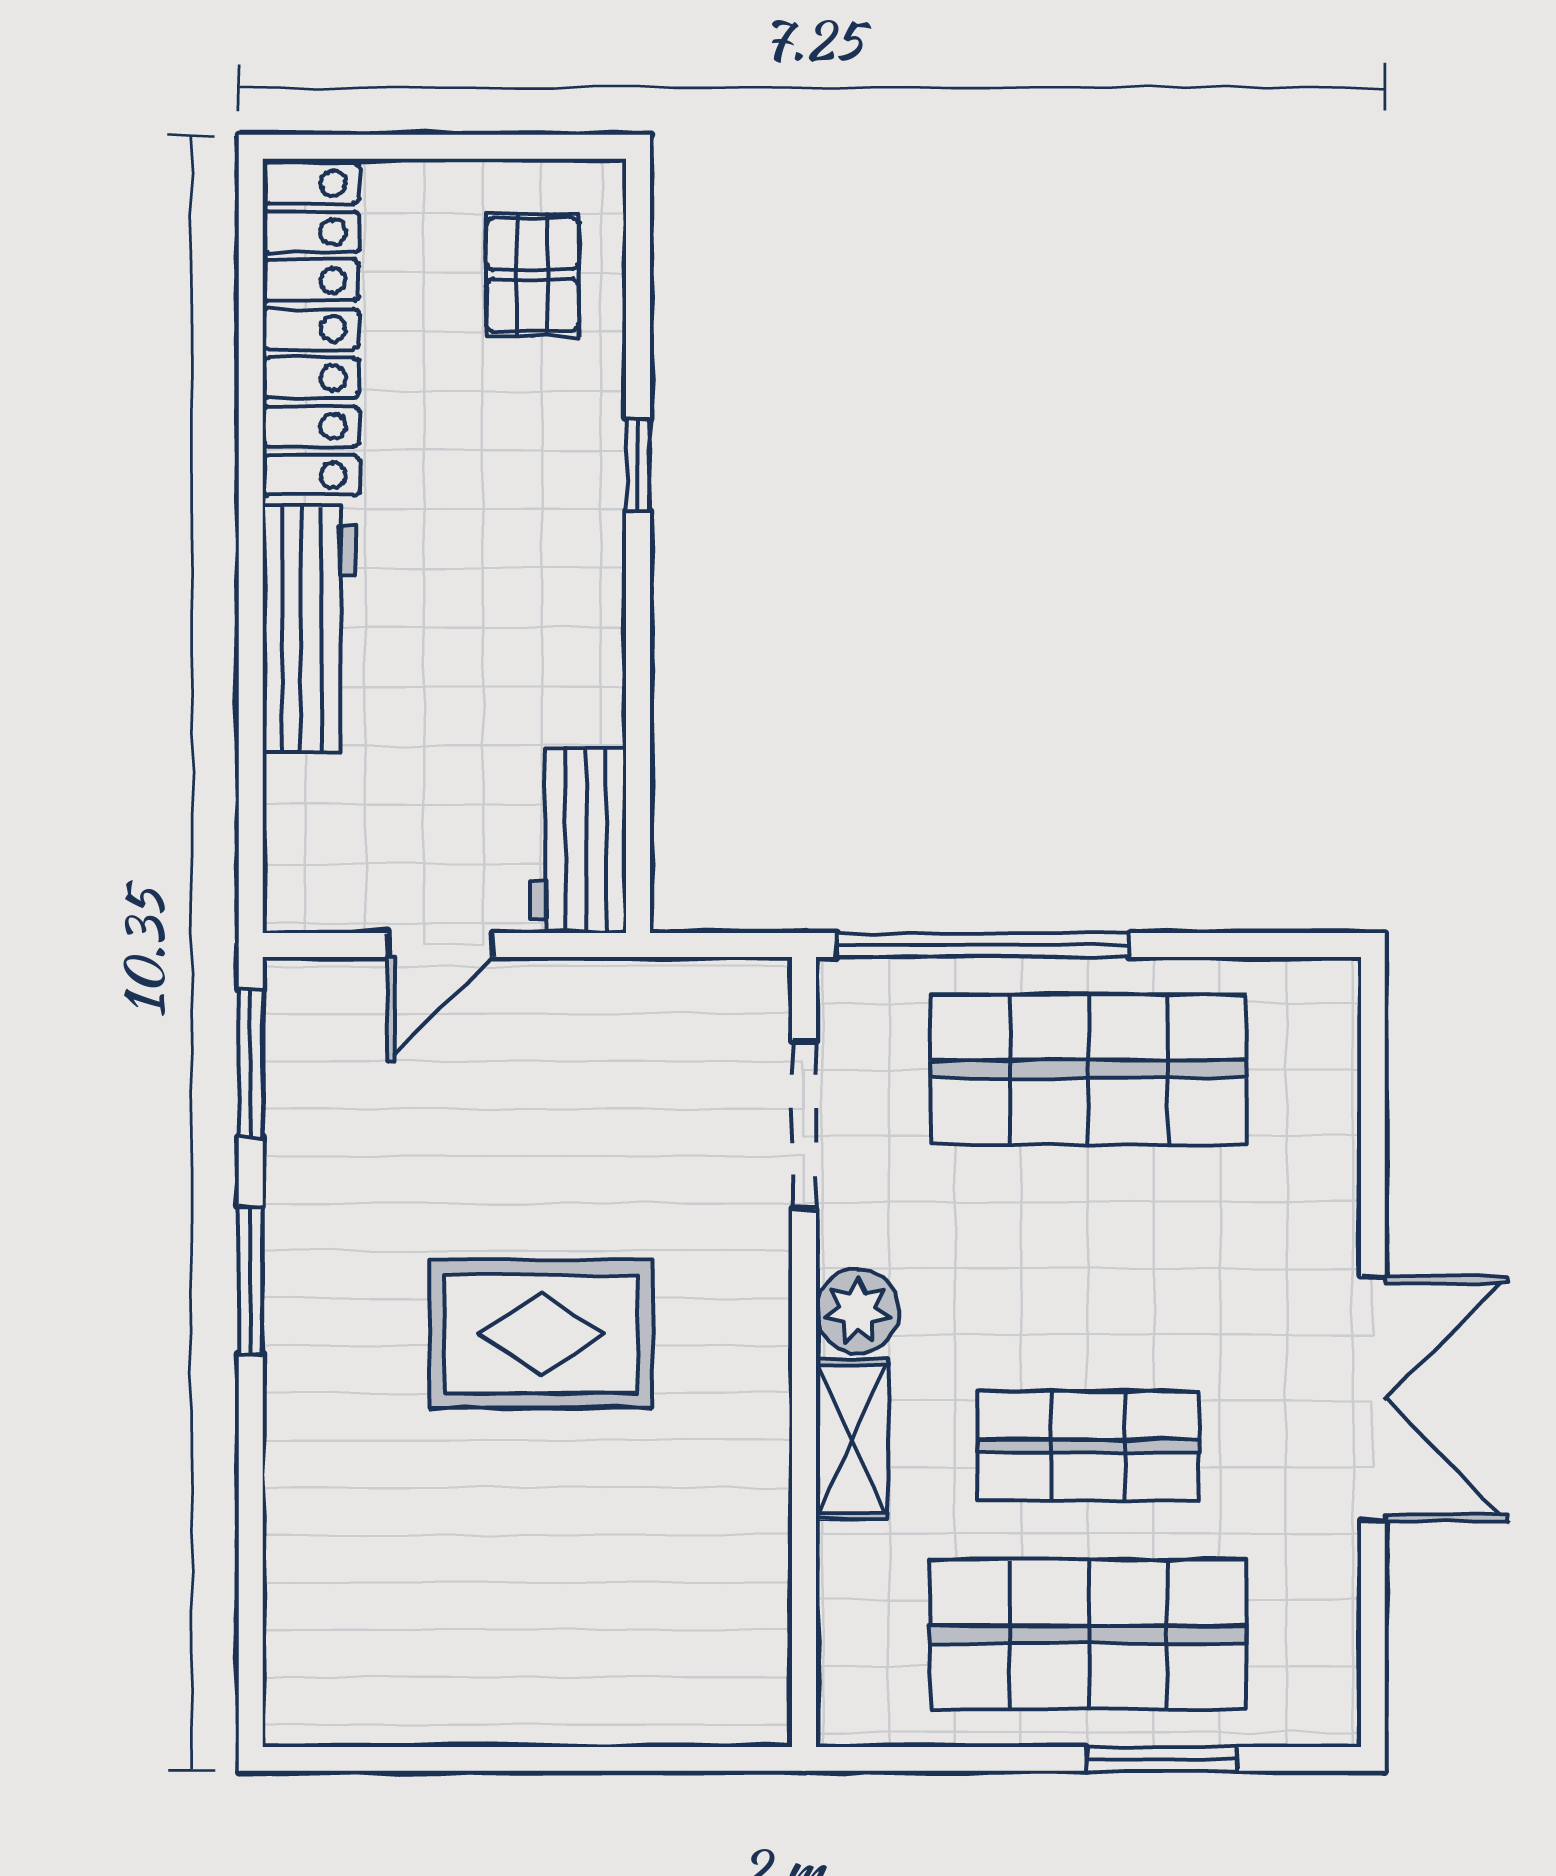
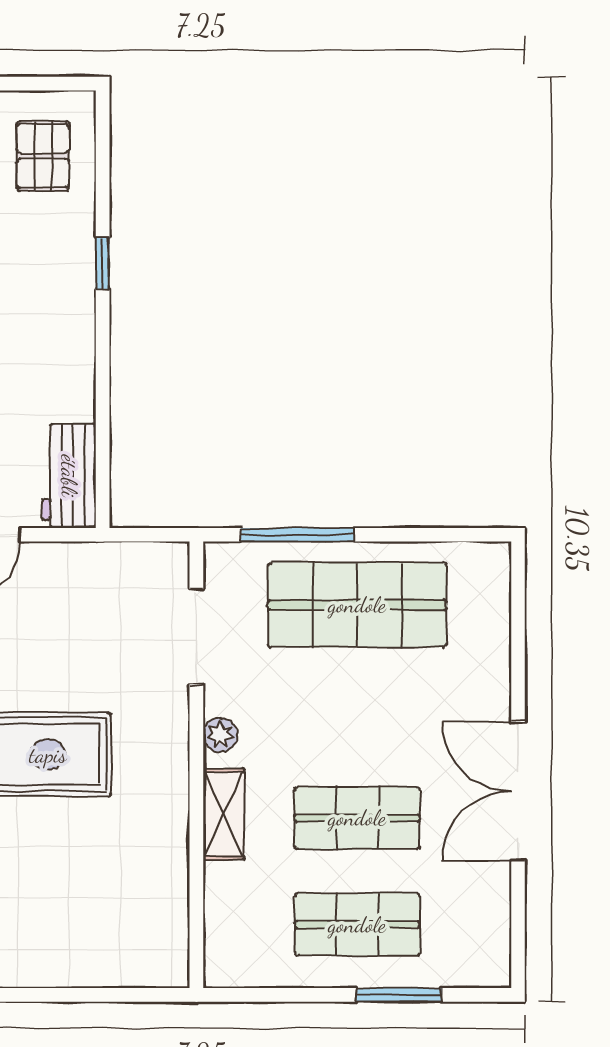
window: (983, 945) -> (297, 535), width x0.68
plant: (857, 1311) -> (220, 735), width x0.73, depth x0.73
double door: (1373, 1399) -> (518, 791), swing flipped
shop shelf: (1088, 1634) -> (357, 925), width x0.70, depth x0.74

